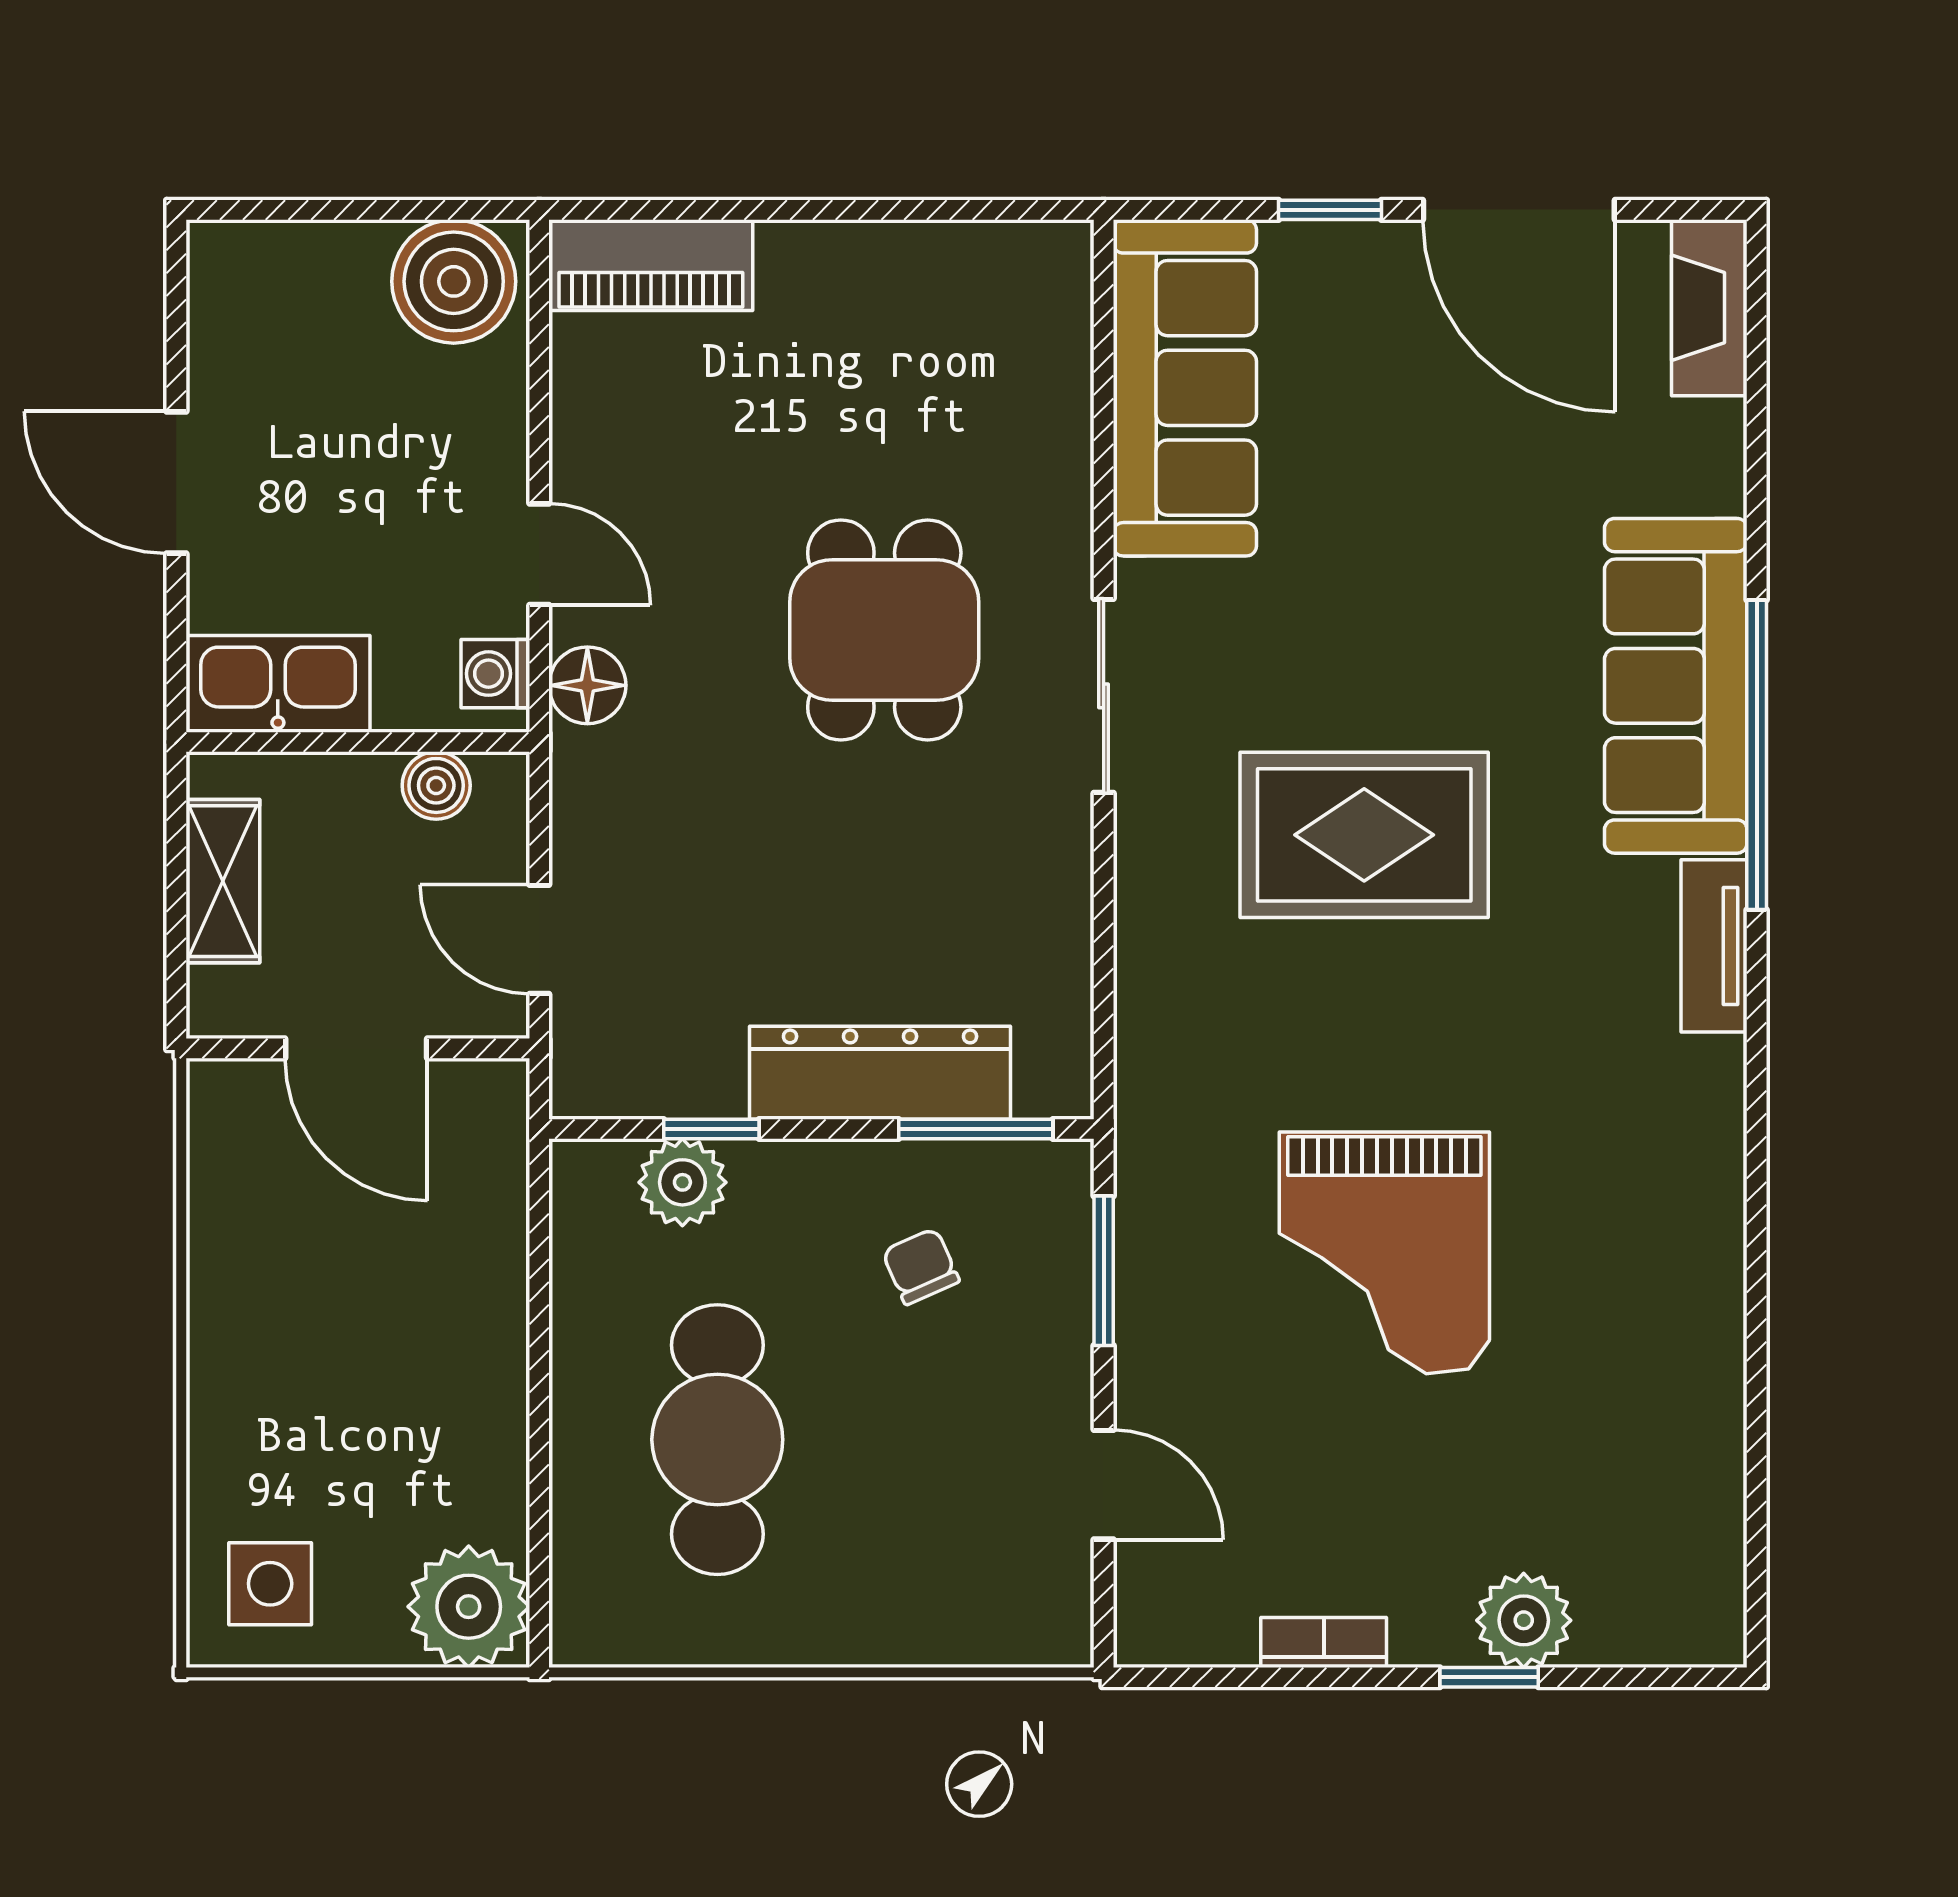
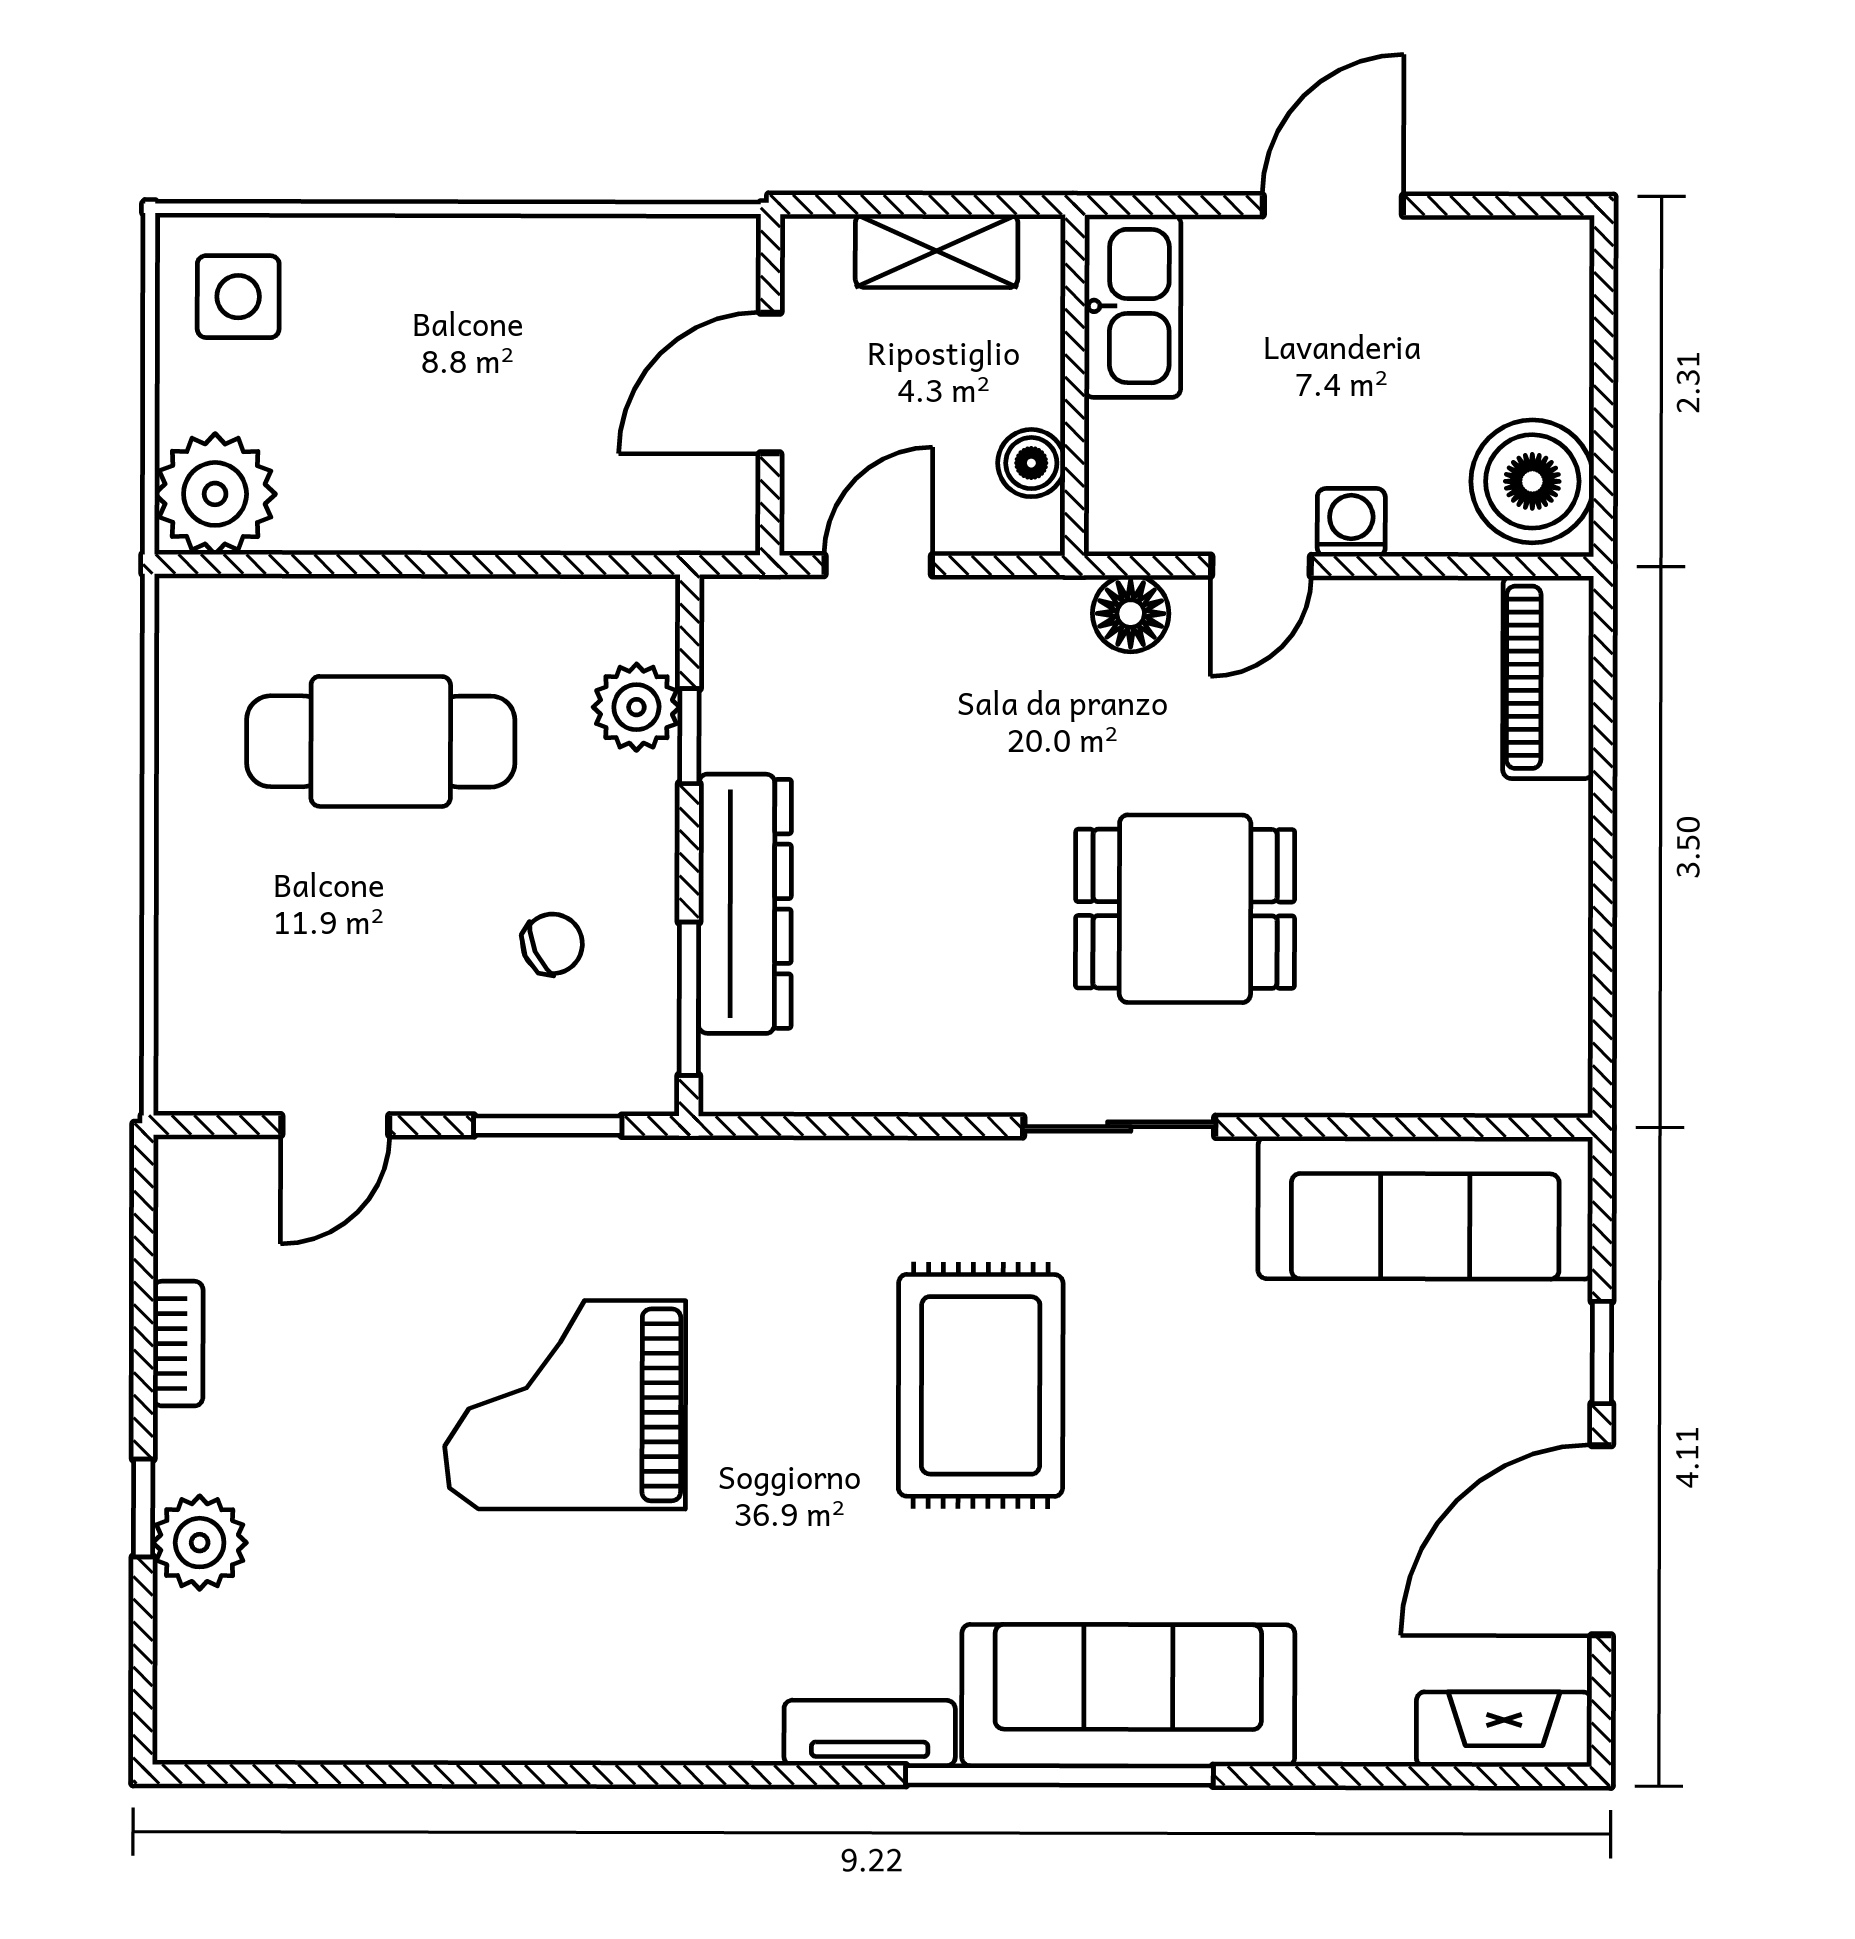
washing machine: (495, 674) -> (1351, 522), moved

